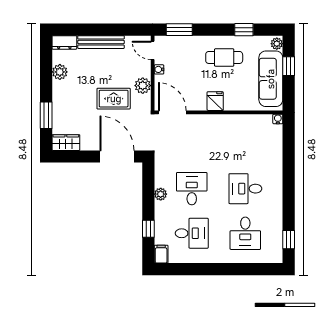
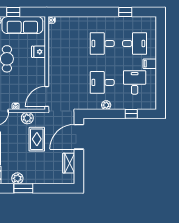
fridge: (215, 101) -> (39, 52), moved
window: (46, 115) -> (23, 188), moved
wardrobe: (66, 143) -> (69, 163), moved
desk: (245, 189) -> (102, 43), turned 90
window: (289, 240) -> (125, 12), moved
filing cabinet: (161, 254) -> (150, 64), moved

